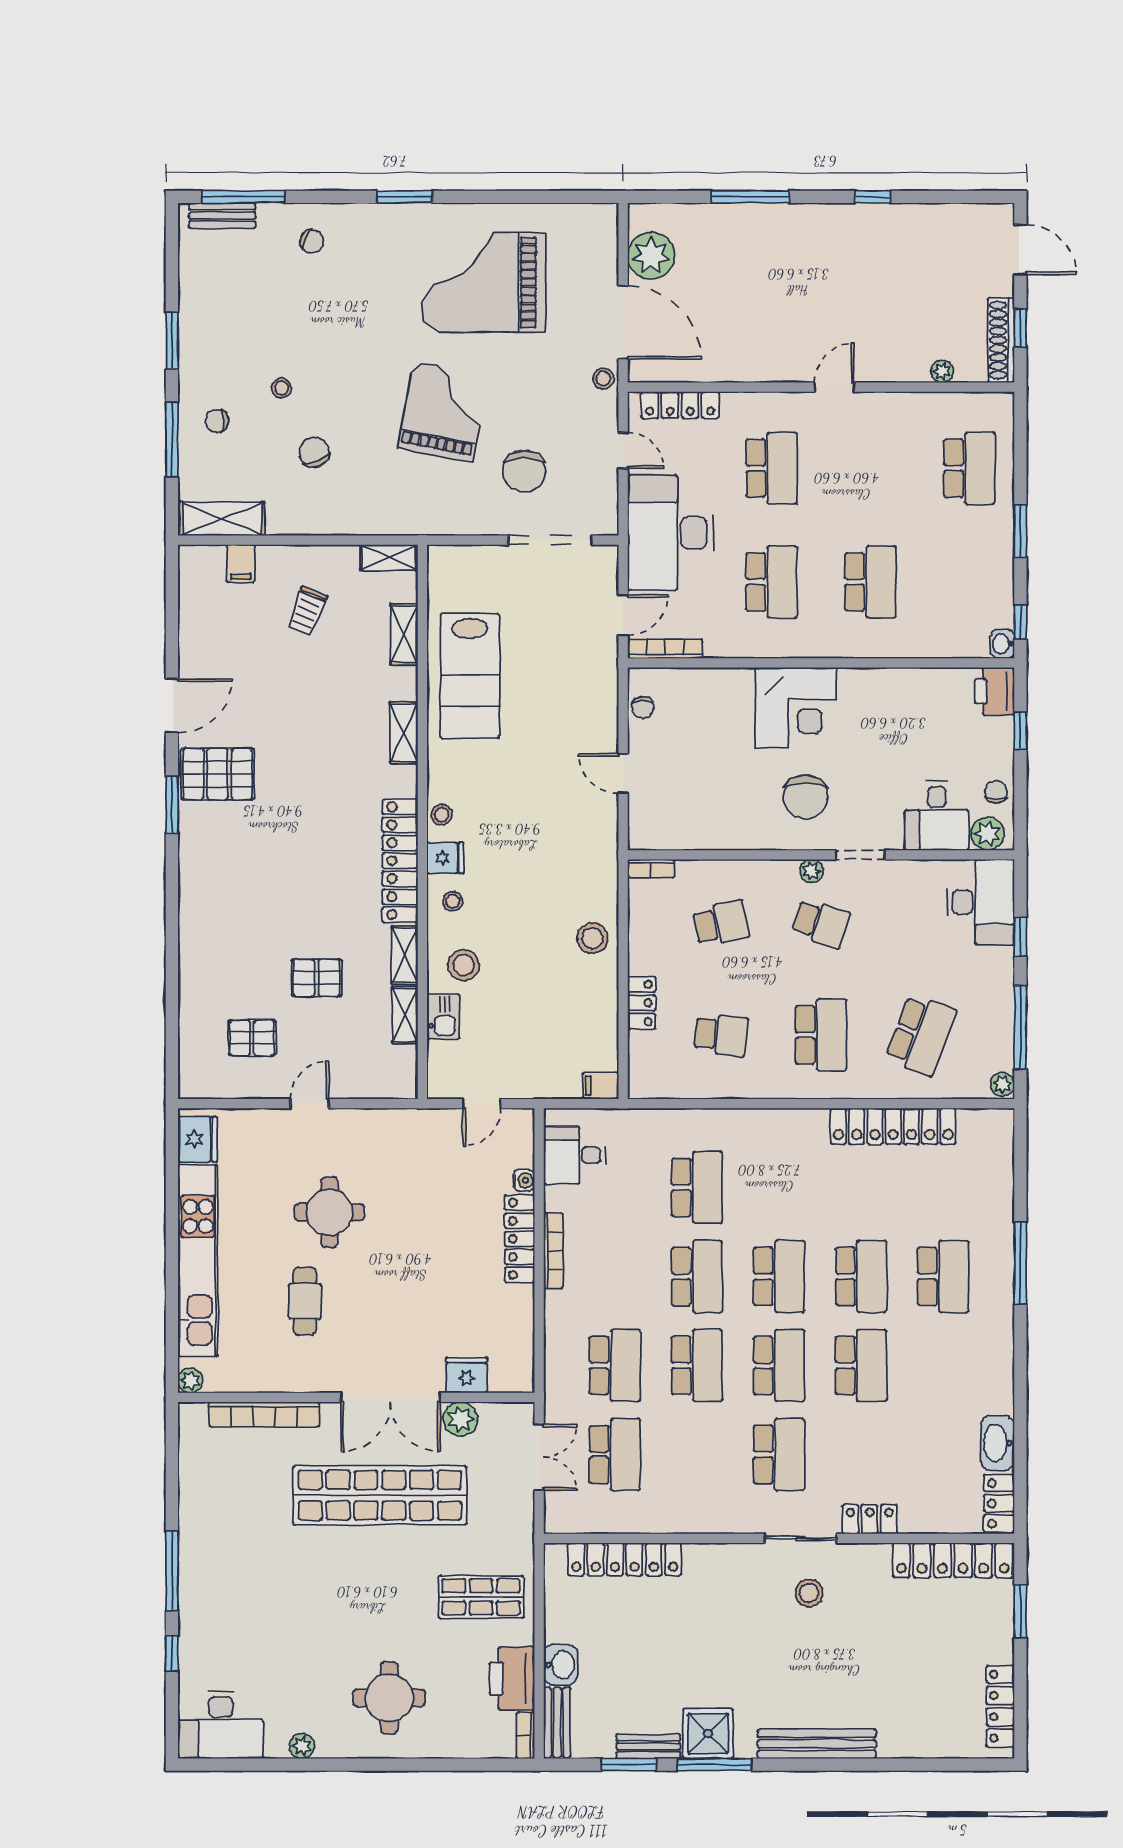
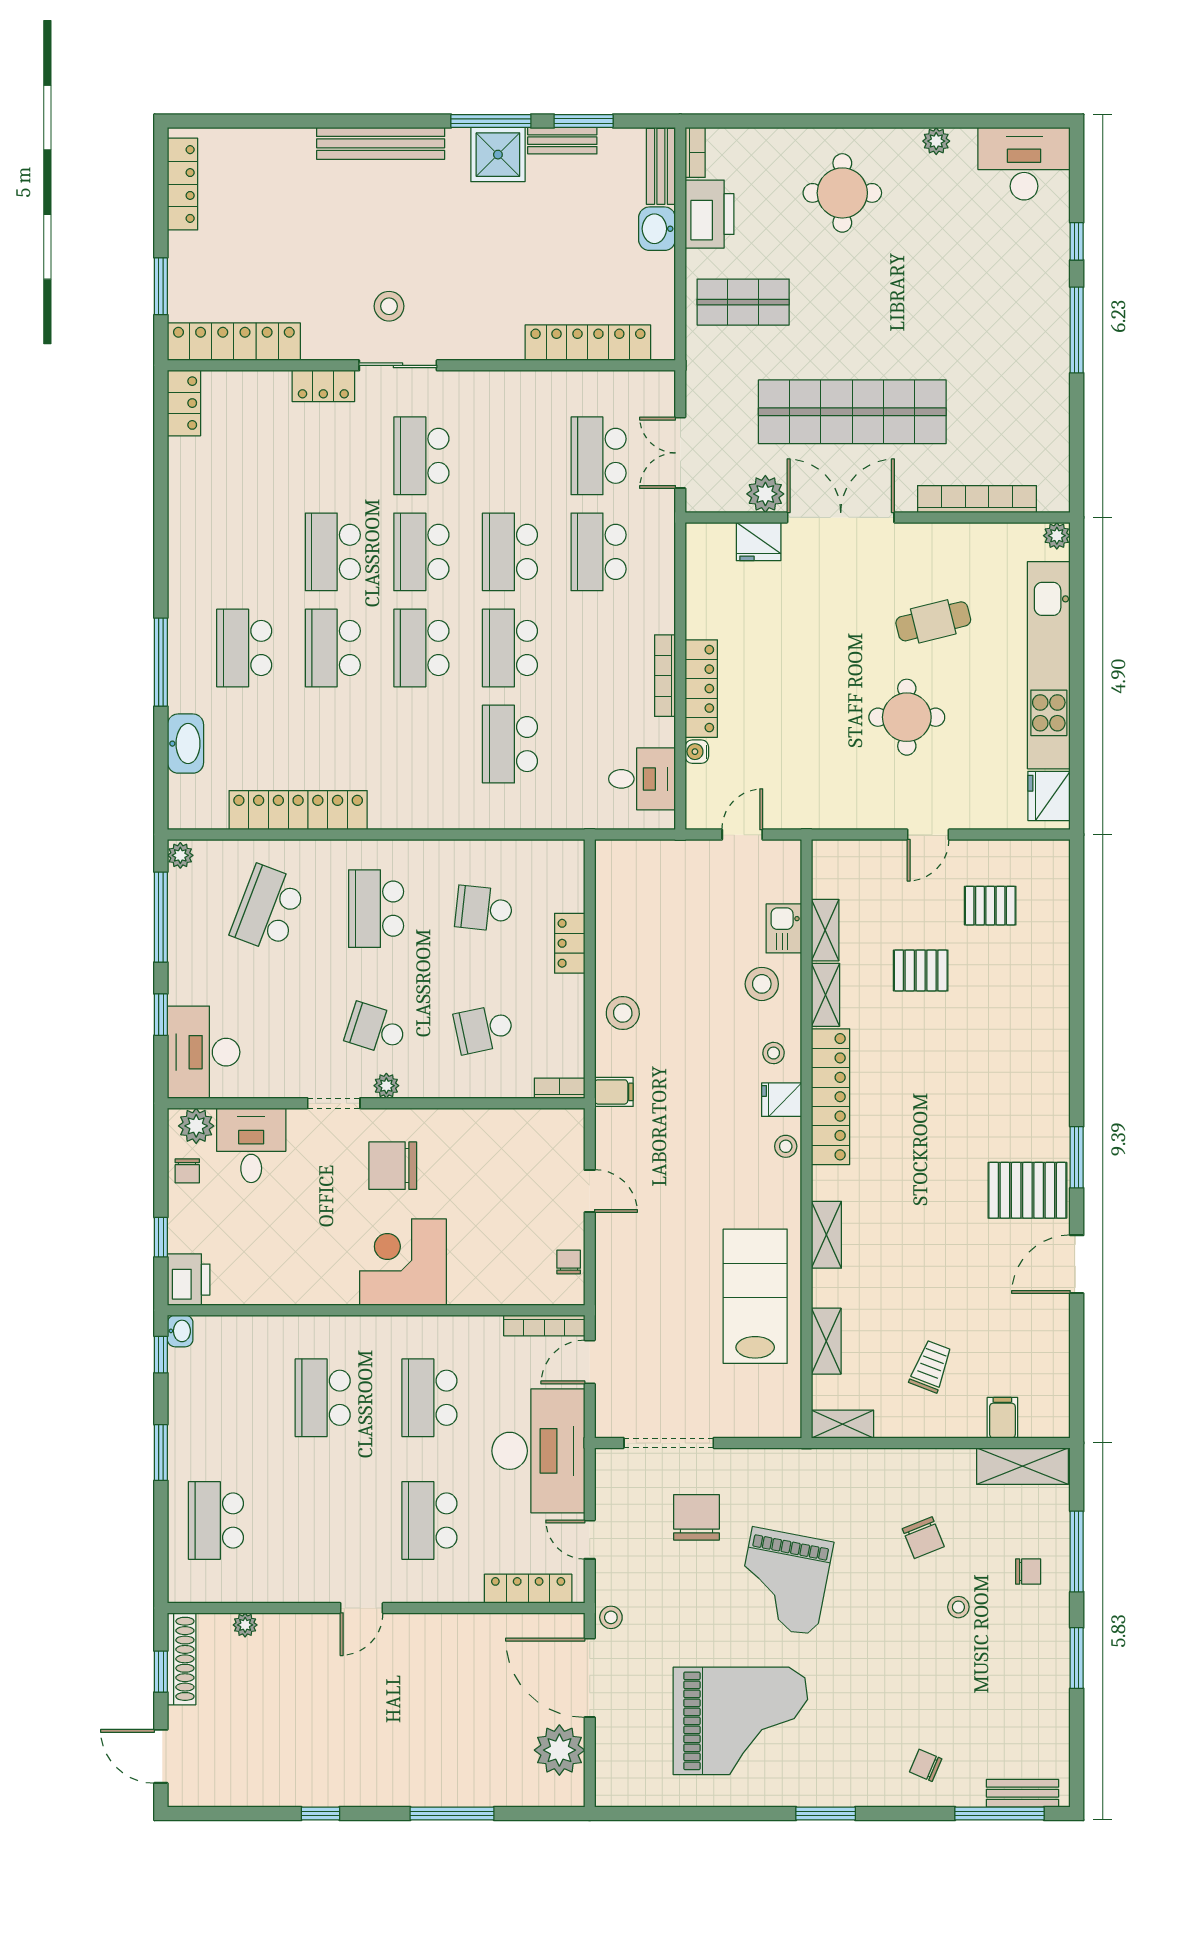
chair: (805, 797) -> (393, 1166), turned -90
filing cabinet: (601, 1086) -> (614, 1092), moved
cafe table: (305, 1301) -> (933, 621), turned 76
washbasin: (998, 1443) -> (185, 744), moved

